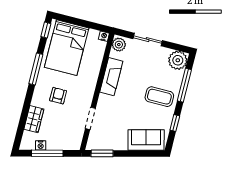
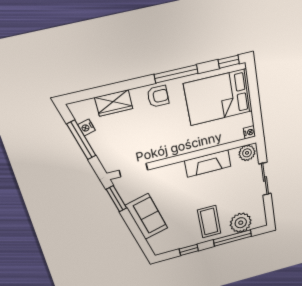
plant: (178, 60) -> (241, 223), moved
armchair: (58, 96) -> (158, 96), moved
doorway: (90, 118) -> (133, 170), moved
sofa: (146, 140) -> (147, 217), moved

